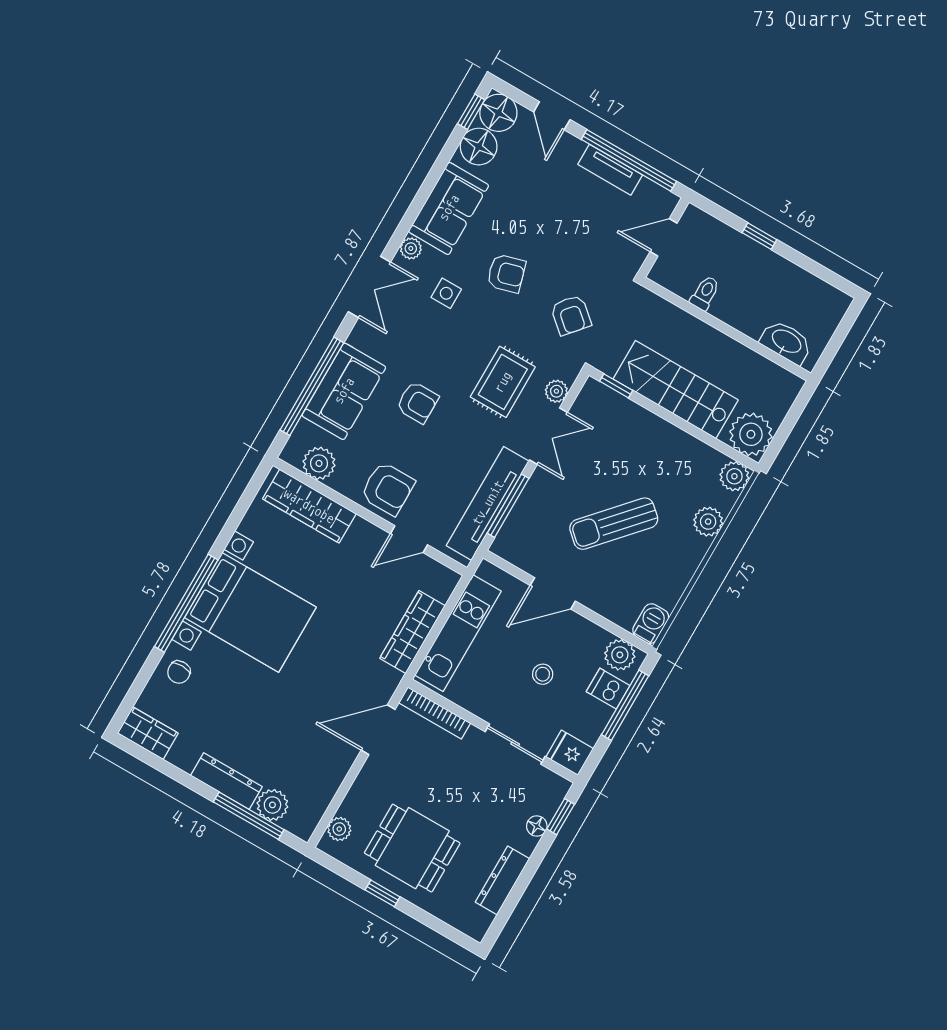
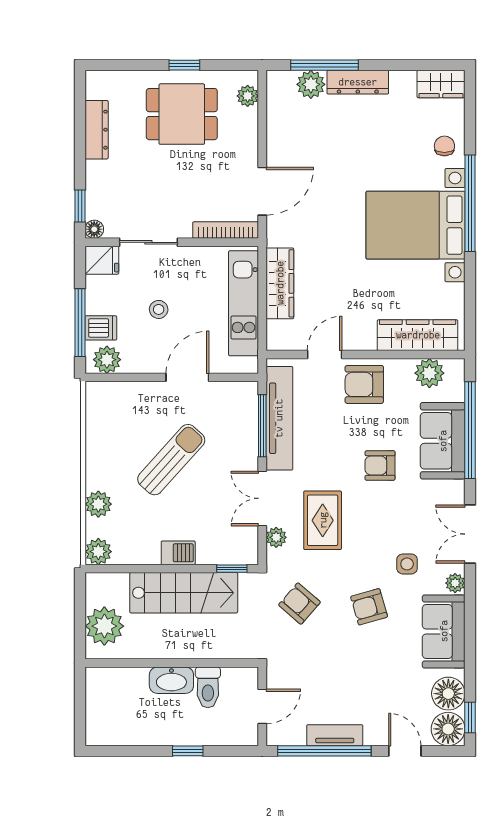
toilet: (705, 293) -> (208, 687), width x1.37, depth x1.39
washbasin: (786, 342) -> (171, 680), moved
plant: (751, 434) -> (104, 626), moved
barbecue: (651, 624) -> (178, 553), moved, turned -90
floor lamp: (537, 826) -> (94, 229), moved

